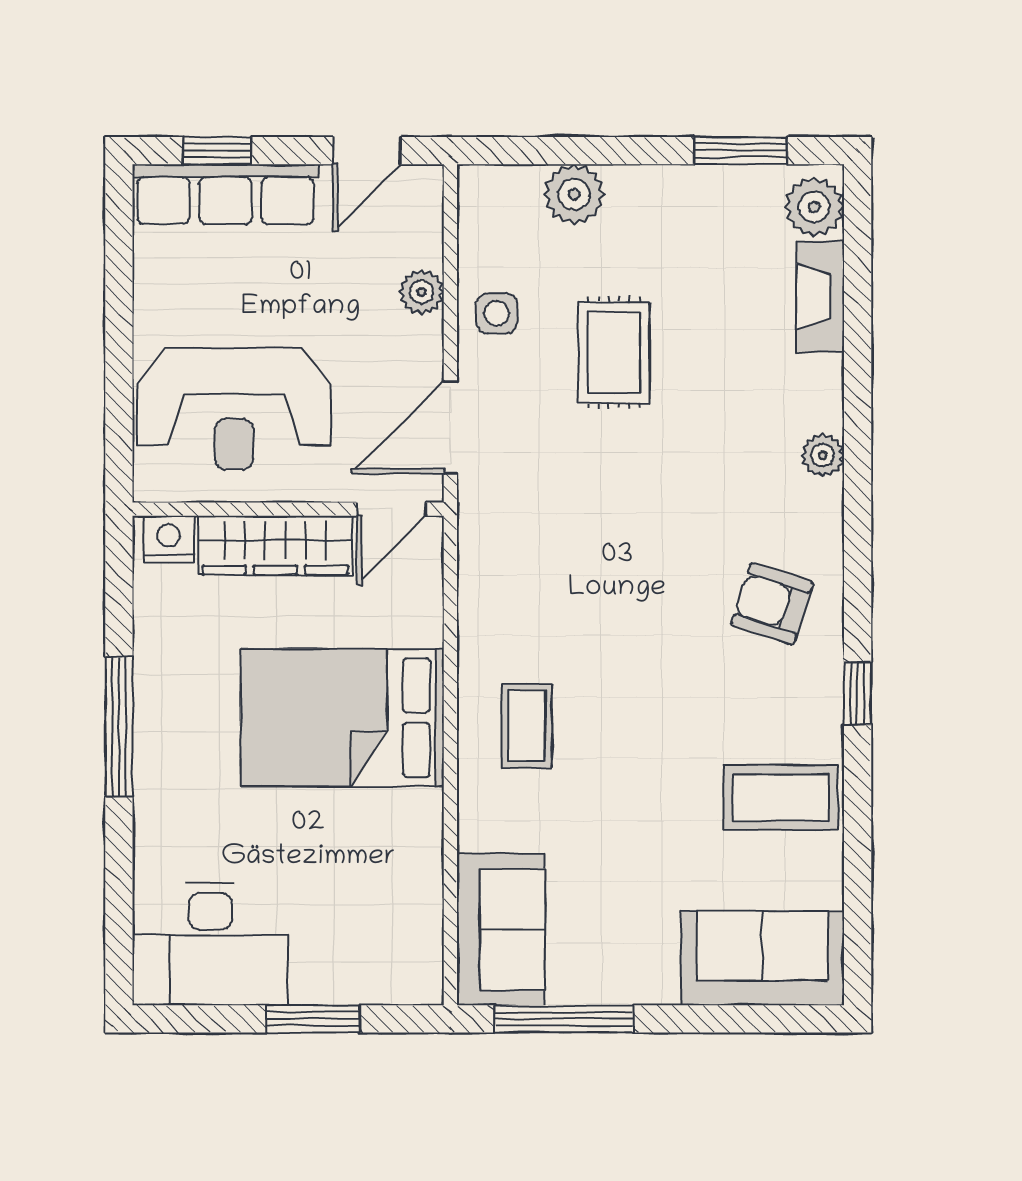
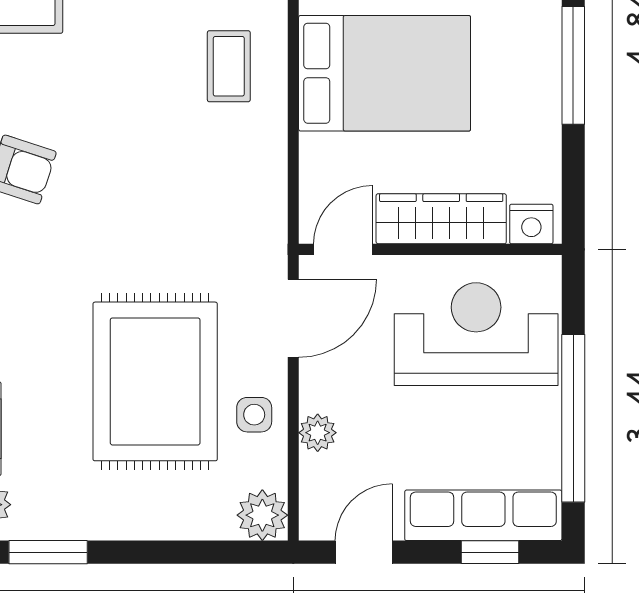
plant: (574, 194) -> (262, 515), moved
window: (119, 309) -> (573, 418), added
rug: (614, 353) -> (155, 381), width x1.86, depth x2.06

